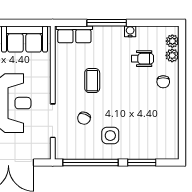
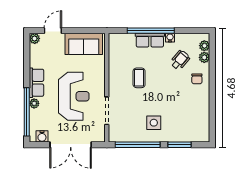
window: (107, 23) -> (151, 31), width x1.46
row of seats: (74, 34) -> (150, 40), moved
wheelchair: (142, 59) -> (180, 60), turned -50
chair: (84, 118) -> (132, 109), removed

